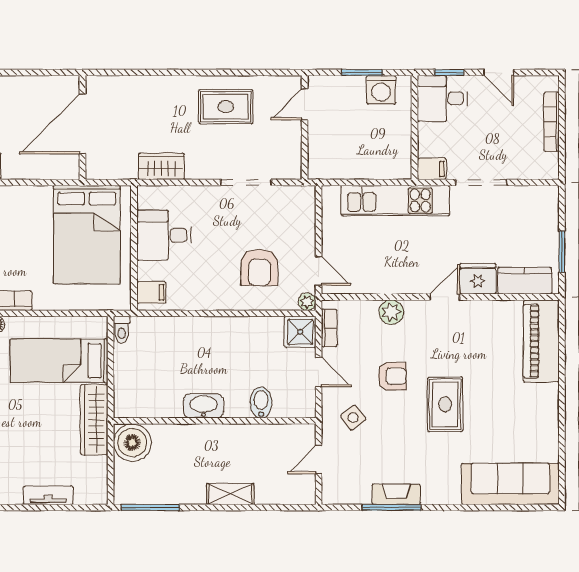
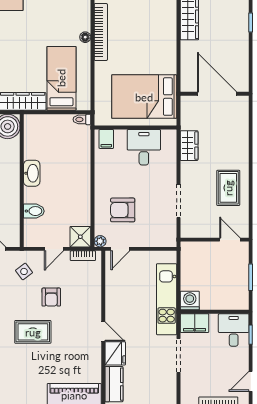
door: (499, 73) -> (251, 381), moved
washing machine: (381, 90) -> (190, 301), moved, turned 90
filing cabinet: (432, 169) -> (195, 323), width x2.00
plant: (391, 312) -> (93, 297), removed

